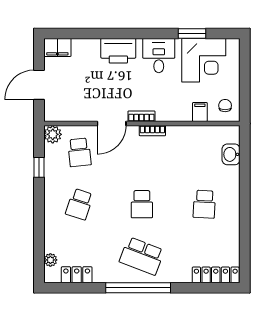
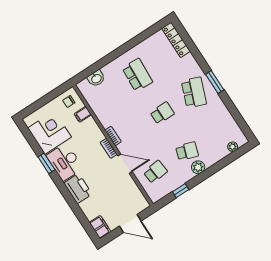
window: (192, 34) -> (46, 163), moved
desk: (159, 56) -> (65, 162), width x1.37
plant: (53, 134) -> (198, 167), moved
school desk: (204, 204) -> (137, 75), width x1.85
locker: (77, 275) -> (231, 125), removed
window: (138, 288) -> (215, 82), width x0.47

